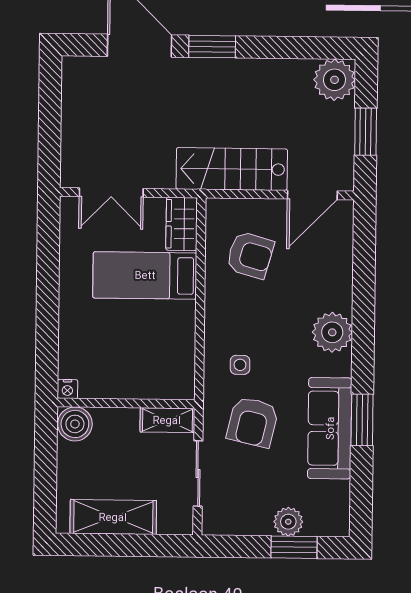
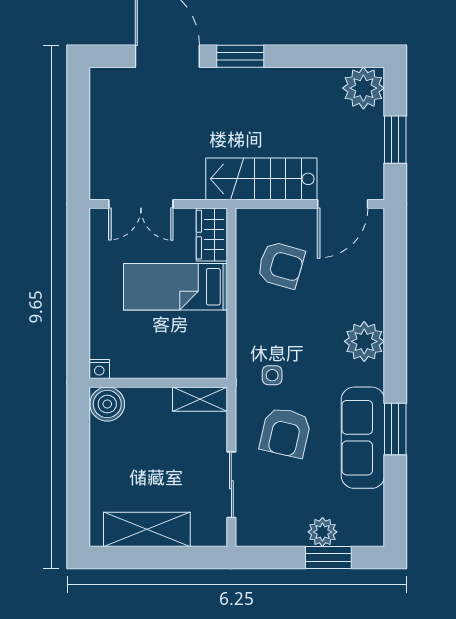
nightstand: (67, 389) -> (99, 369), moved
wall: (126, 403) -> (158, 383), moved
shelving: (167, 420) -> (200, 399), moved
boiler: (75, 424) -> (107, 404), moved

